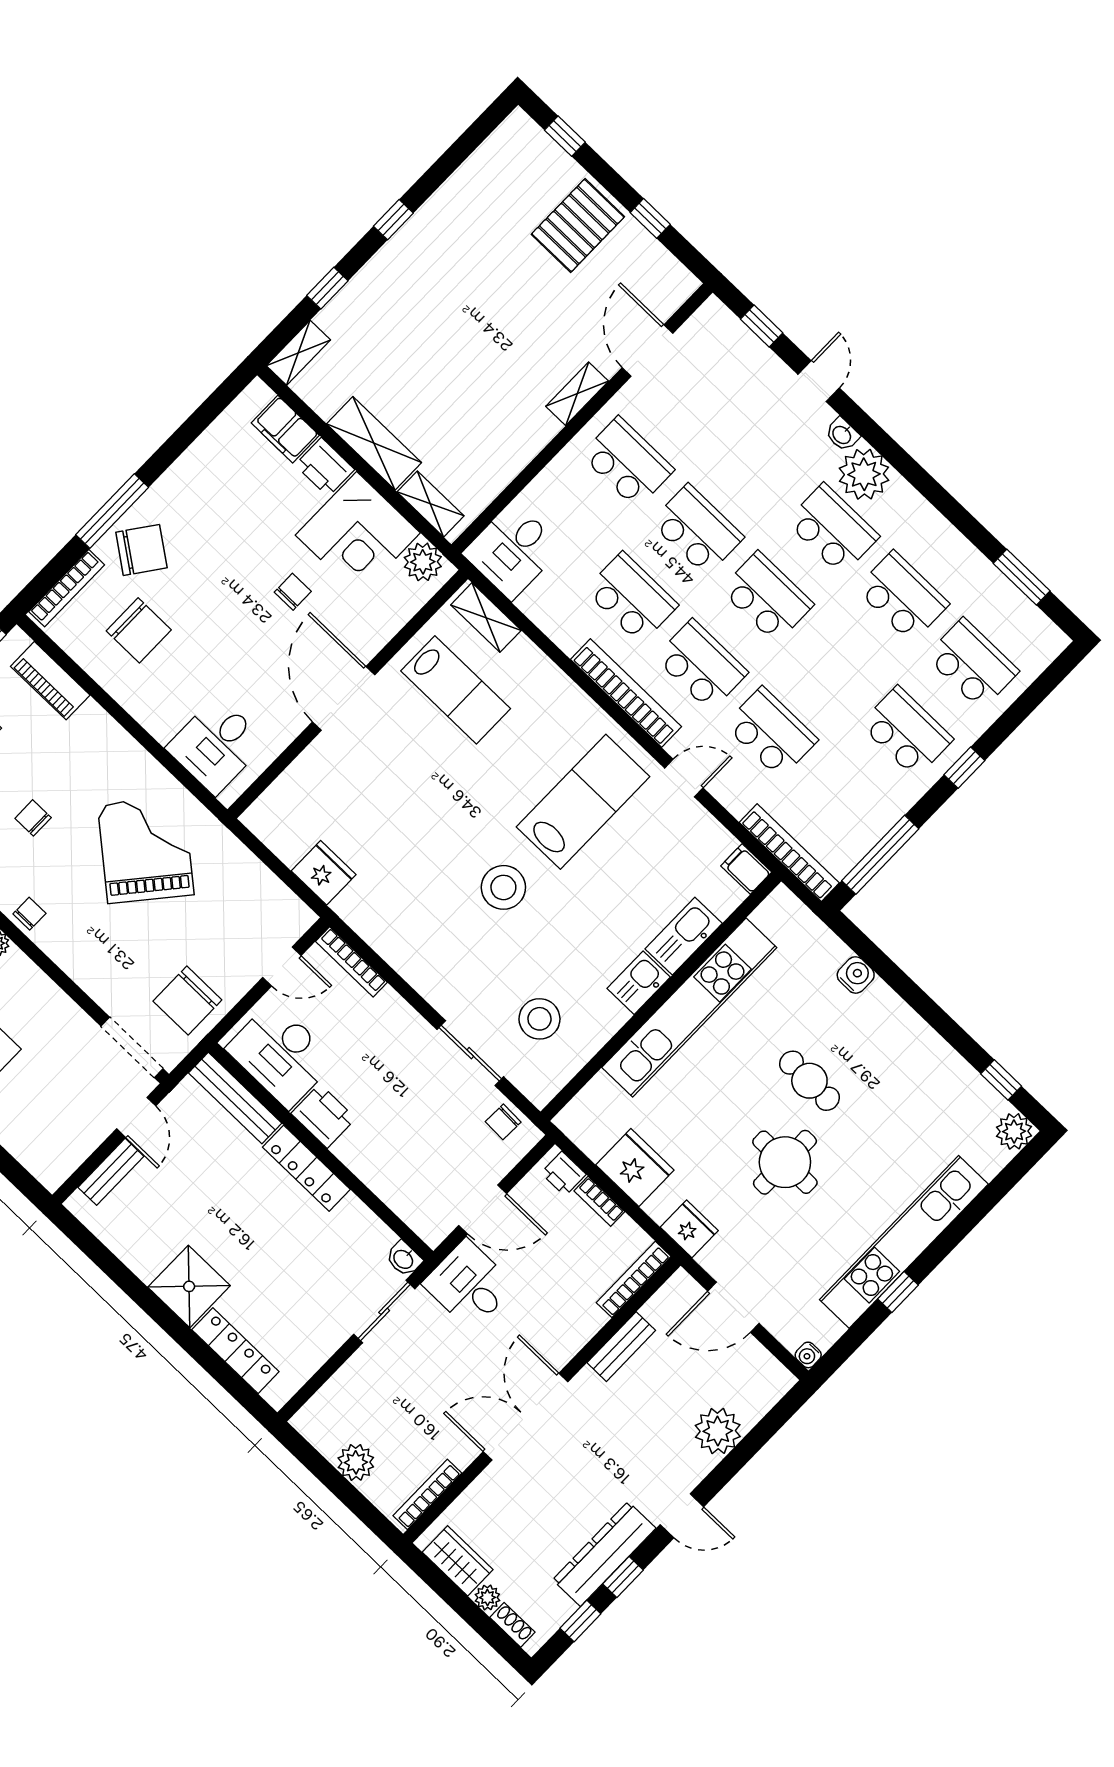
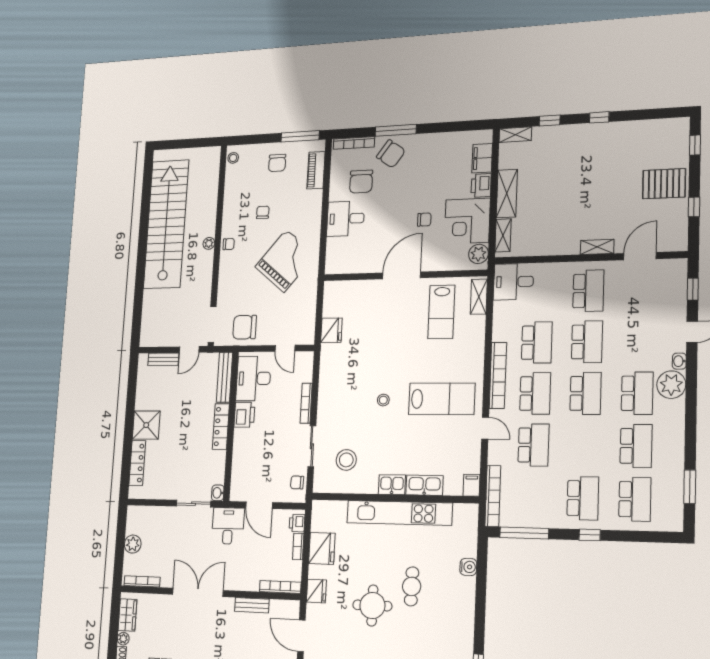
desk: (216, 745) -> (346, 219), moved
stool: (503, 887) -> (383, 400), width x0.53, depth x0.53
bookcase: (351, 962) -> (306, 403), moved

